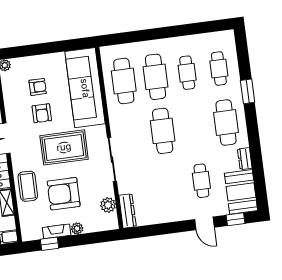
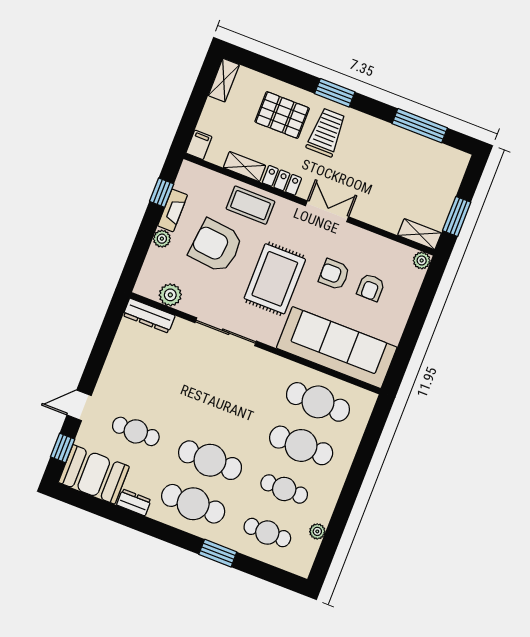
plant: (202, 39) -> (317, 531), added
cafe table: (163, 131) -> (210, 460), moved
armchair: (64, 194) -> (216, 246), turned -84

